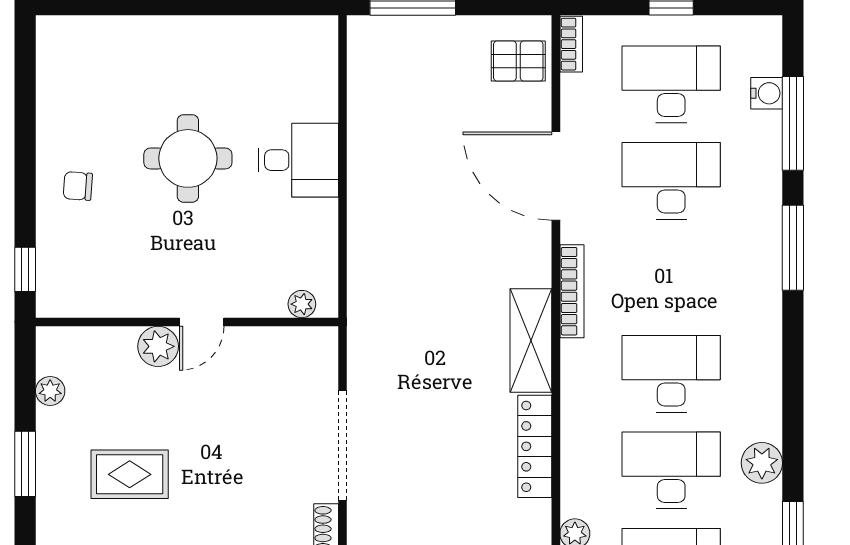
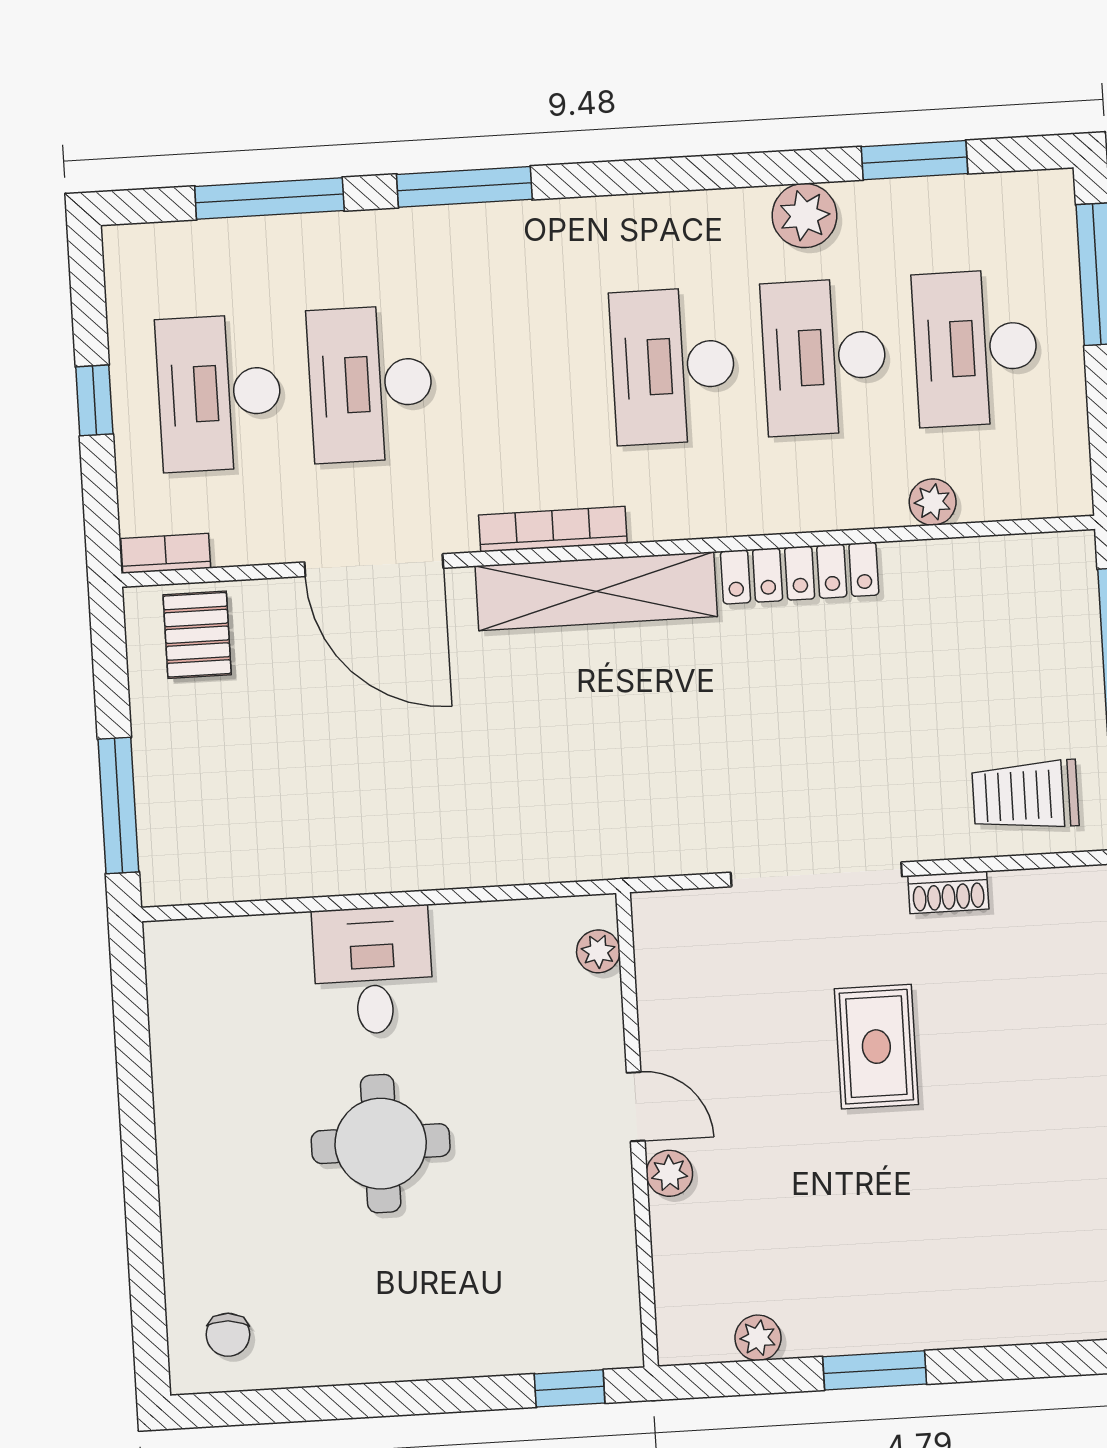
water cooler: (767, 93) -> (225, 242), removed
door: (556, 176) -> (374, 565), hinge flipped
chair: (78, 186) -> (228, 1335), moved
shelving: (531, 341) -> (596, 591), width x1.47
plant: (158, 346) -> (669, 1173), width x0.73, depth x0.73
rug: (130, 474) -> (876, 1047), moved

